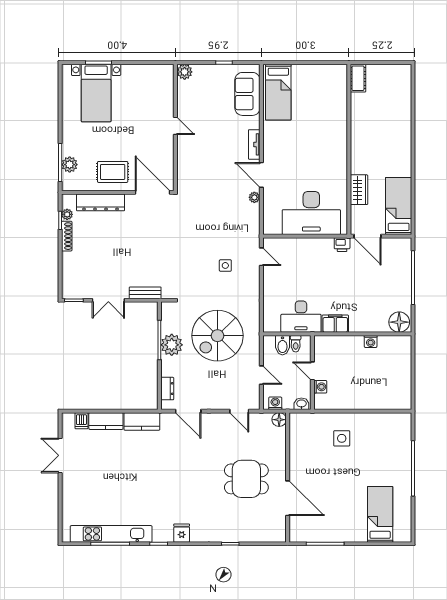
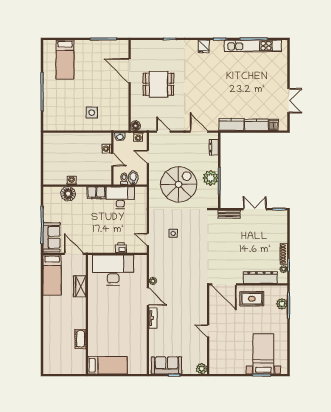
cot: (358, 78) -> (80, 339), moved
bed: (278, 92) -> (107, 365), moved, turned 90
sofa: (247, 94) -> (167, 365), moved, turned -90
printer: (342, 245) -> (121, 248), moved
sofa: (399, 260) -> (52, 237), added
floor lamp: (399, 322) -> (68, 194), moved

